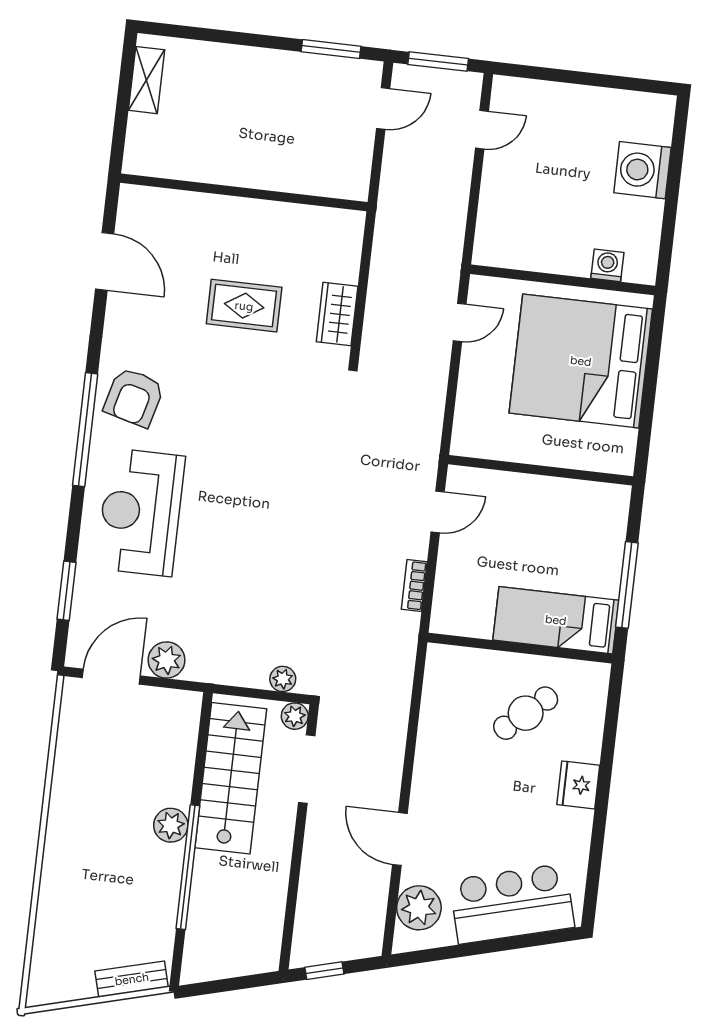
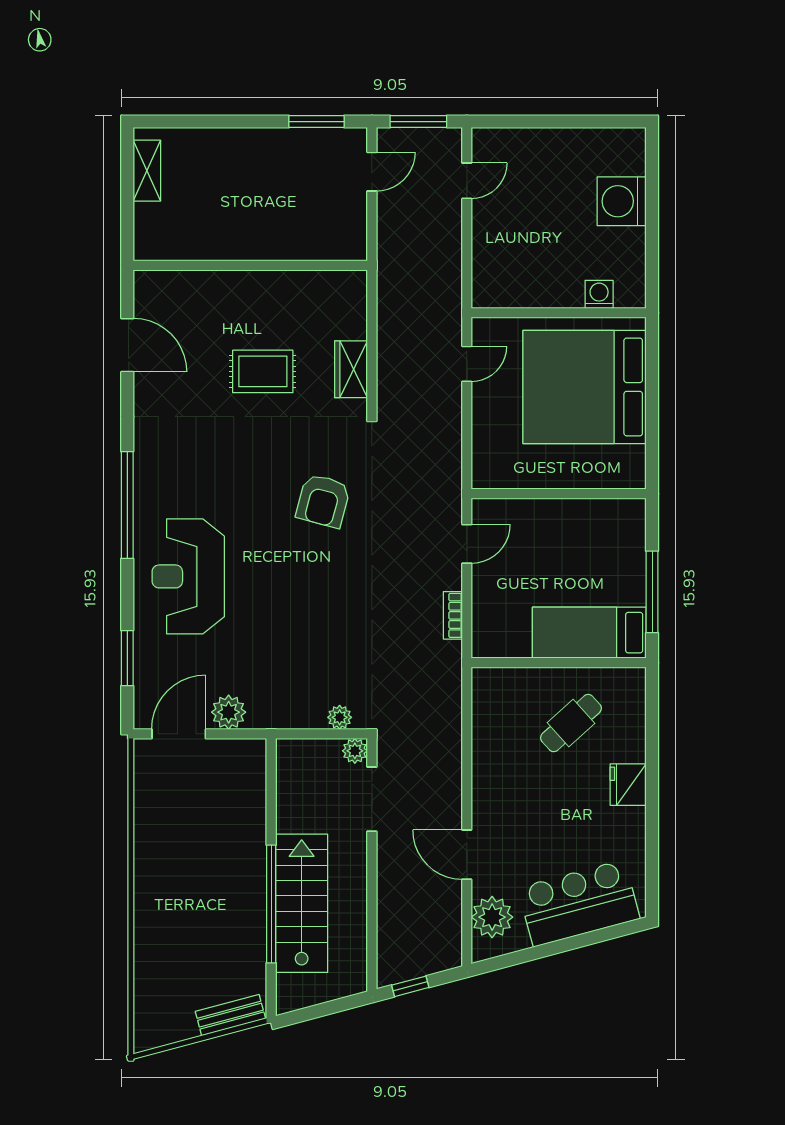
armchair: (134, 397) -> (323, 501), moved
stairs: (231, 778) -> (302, 903), moved
plant: (171, 825) -> (251, 867), removed

